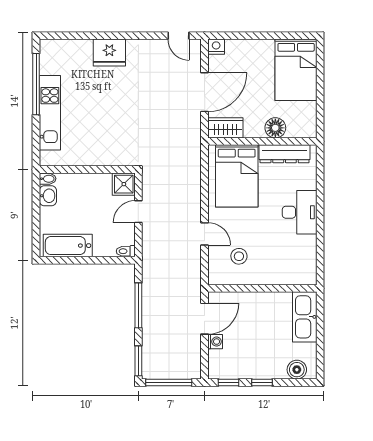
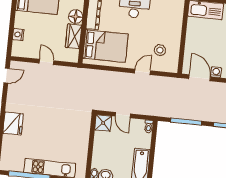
nightstand: (216, 47) -> (18, 35), moved
door: (205, 92) -> (47, 62), width x0.53
wardrobe: (225, 128) -> (74, 36), moved

